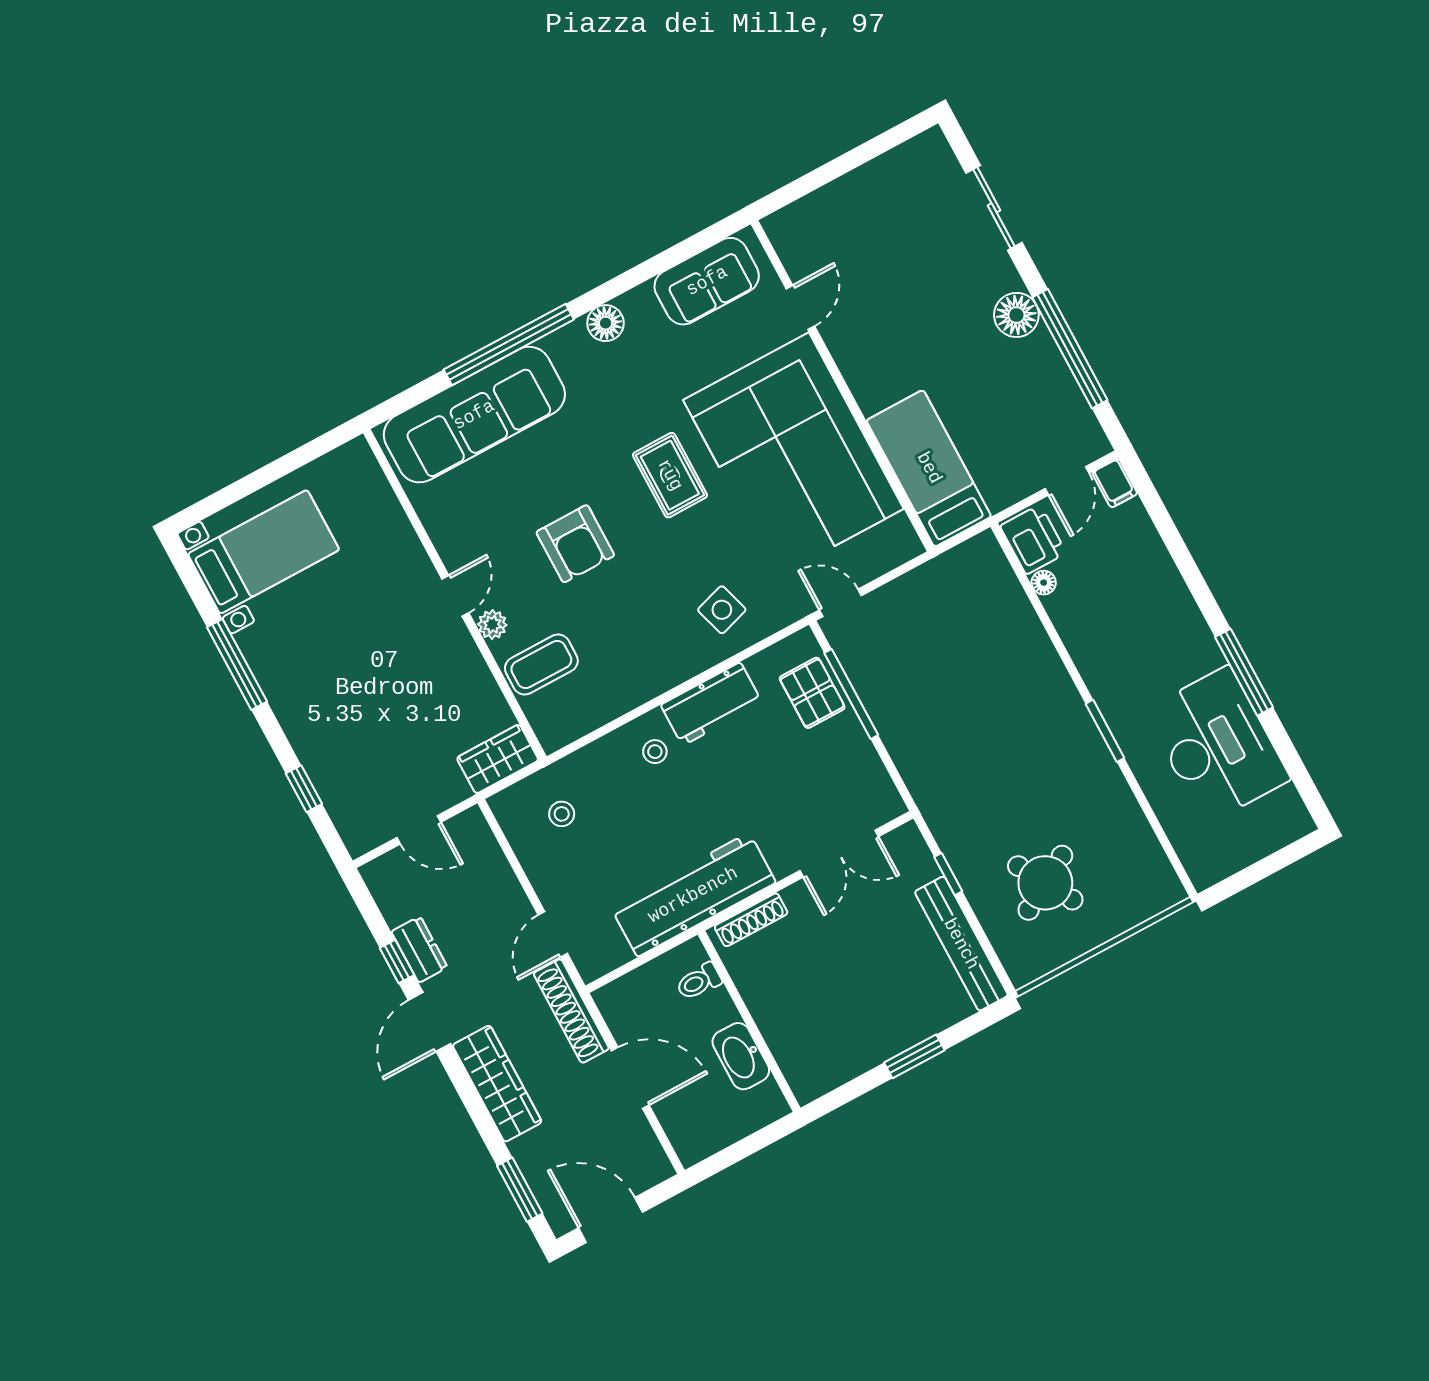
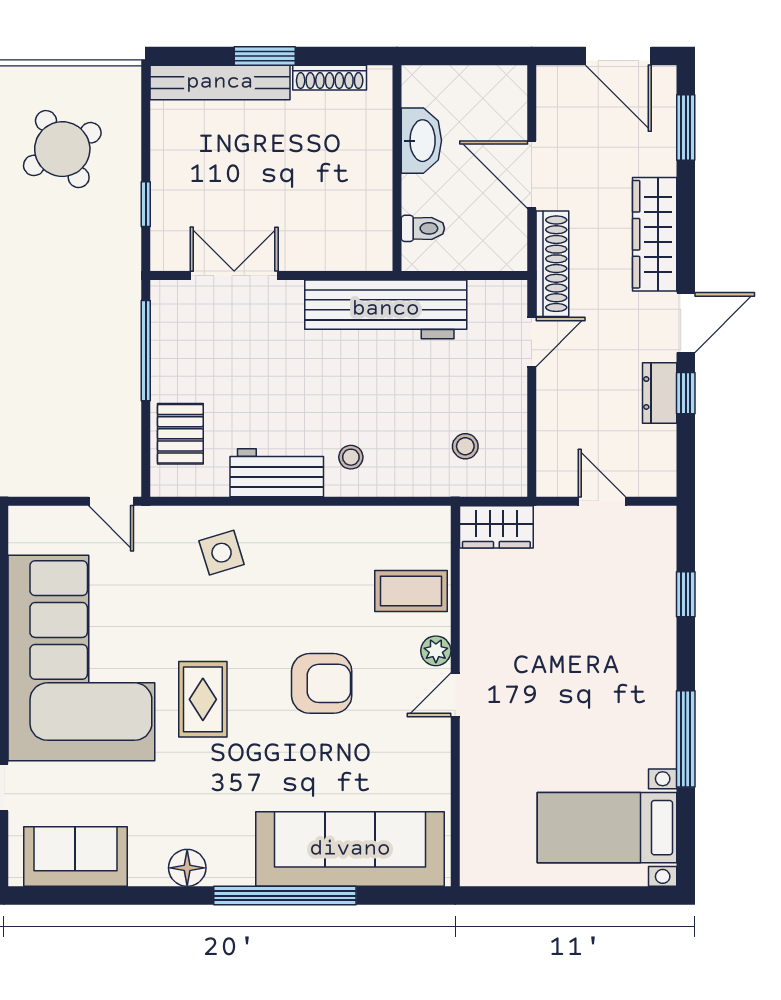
armchair: (575, 544) -> (322, 683), turned 90
window: (851, 694) -> (146, 351), moved
shoe rack: (751, 920) -> (330, 78), moved, turned 180
bench: (961, 944) -> (220, 82), moved, turned 90

